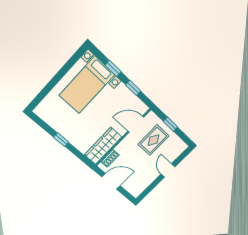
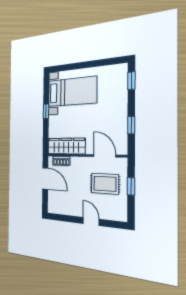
window: (113, 68) -> (131, 81), moved
bed with nightstands: (87, 85) -> (72, 92), moved, turned 180
door: (168, 170) -> (91, 221), hinge flipped

